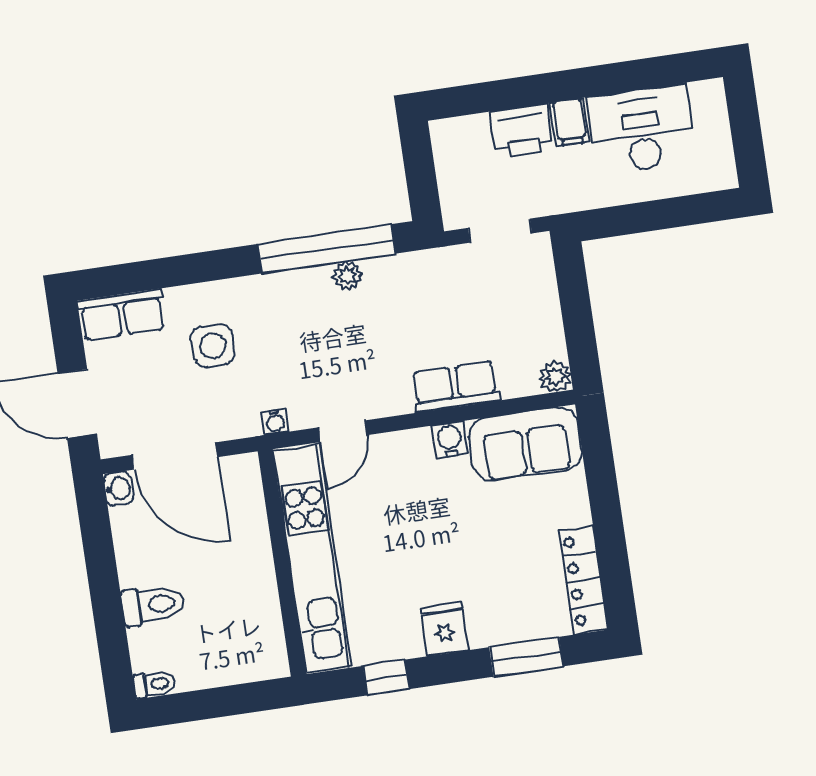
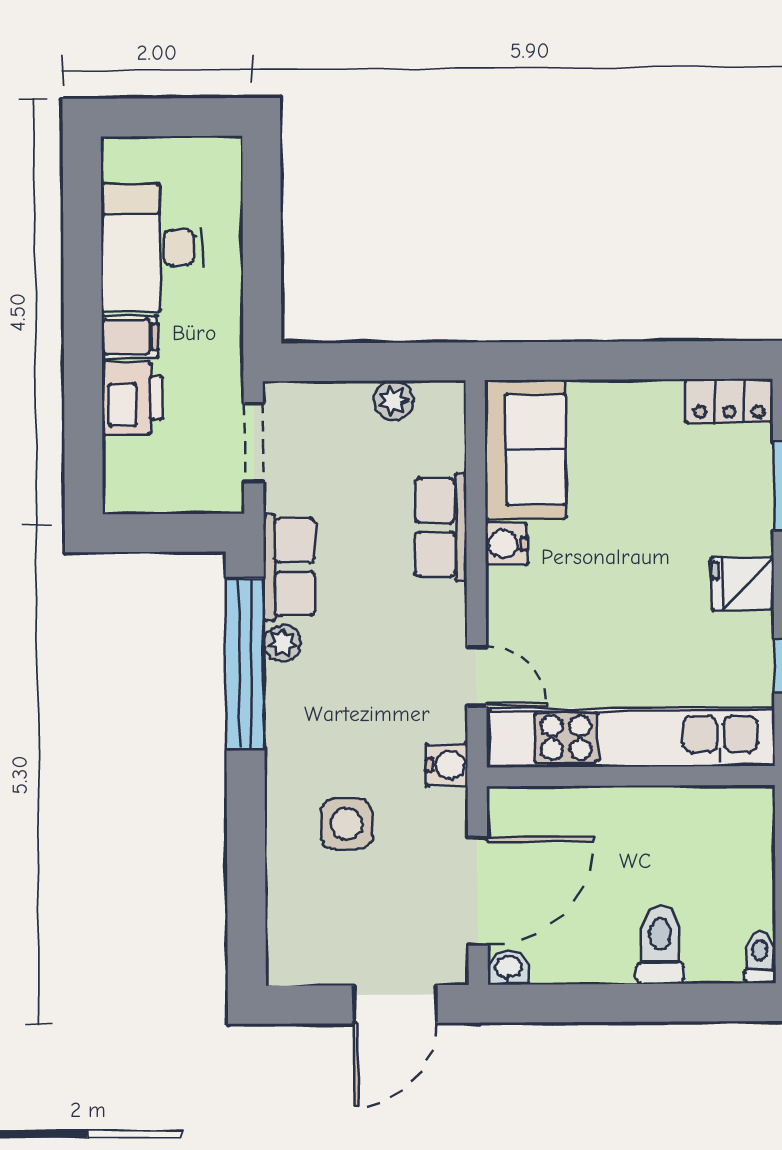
row of seats: (122, 315) -> (289, 567), moved
plant: (555, 377) -> (393, 400), moved
water cooler: (275, 422) -> (447, 765), width x1.38, depth x1.38
locker: (584, 580) -> (729, 401), width x0.66

